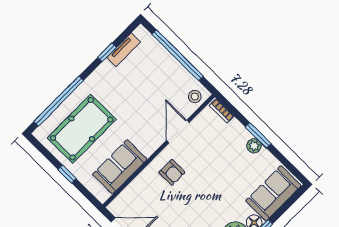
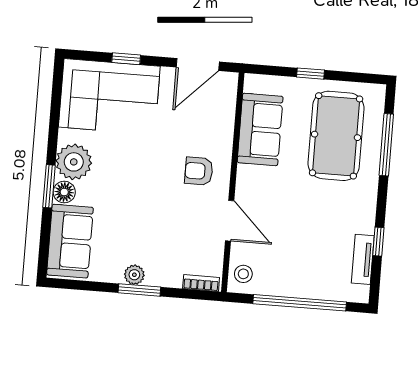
window: (59, 101) -> (386, 145), width x0.68

